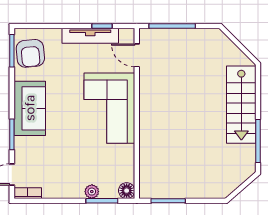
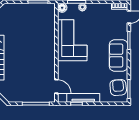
corner sofa: (109, 108) -> (72, 40), moved

